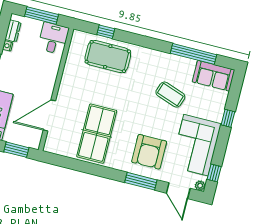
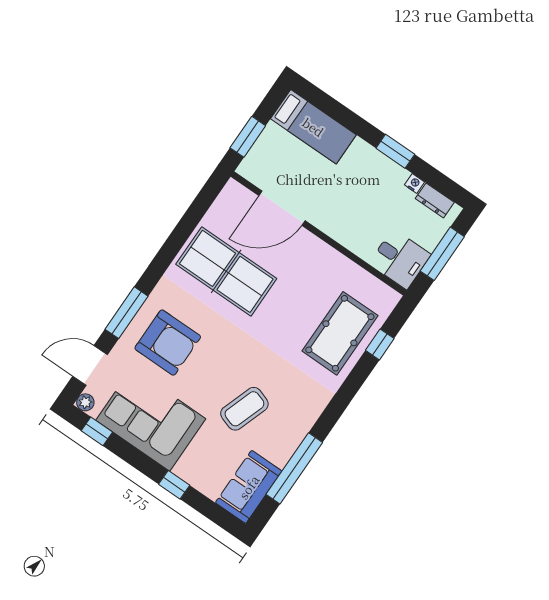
door: (49, 115) -> (282, 208), swing flipped
armchair: (149, 152) -> (168, 343), turned 180

